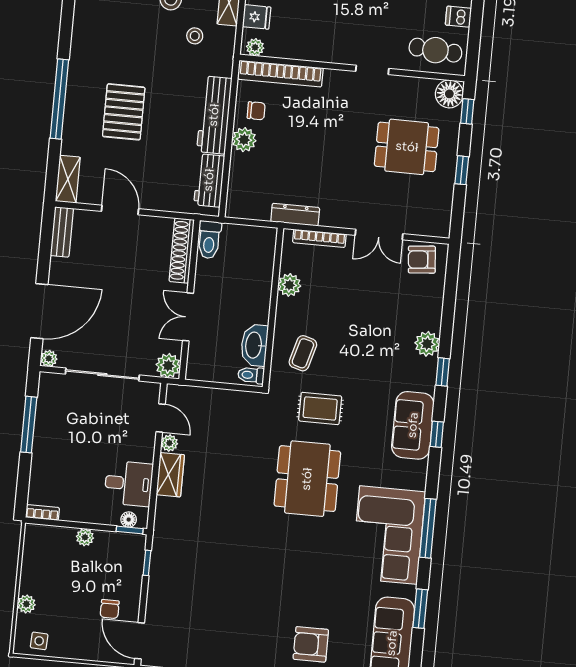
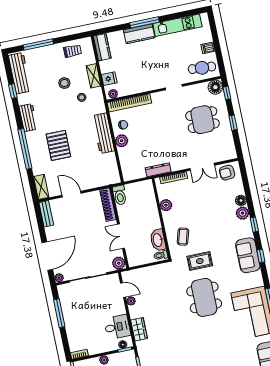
workbench: (209, 180) -> (28, 118), moved, turned 180
floor lamp: (432, 319) -> (241, 200), added
wardrobe: (170, 475) -> (139, 329), moved

